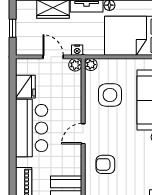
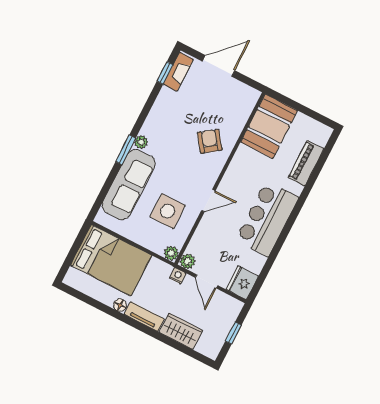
fridge: (25, 87) -> (242, 283), moved
door: (83, 134) -> (208, 201), moved
armchair: (105, 164) -> (210, 141), turned -126

